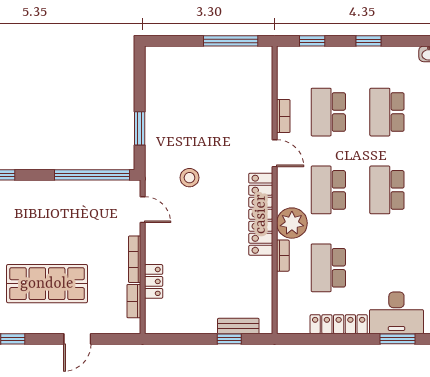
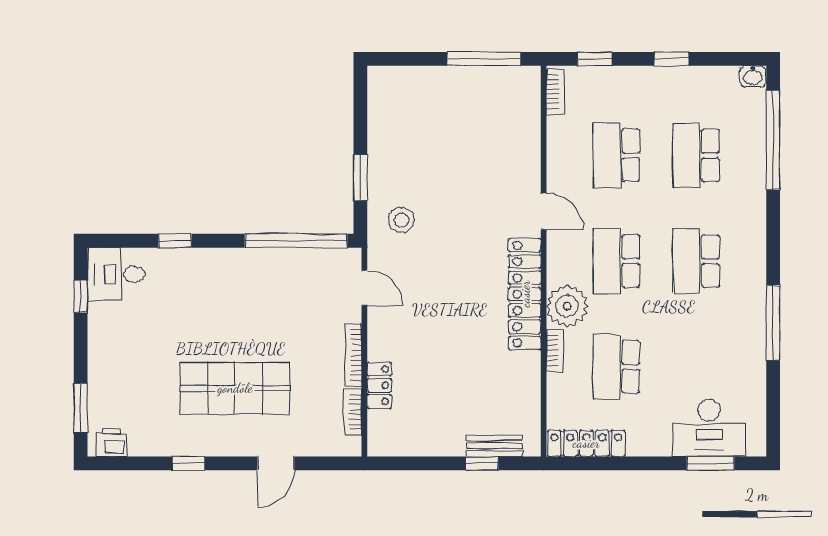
bookcase: (283, 116) -> (555, 91), moved
stool: (189, 178) -> (401, 220), moved
locker: (339, 324) -> (586, 443), moved

